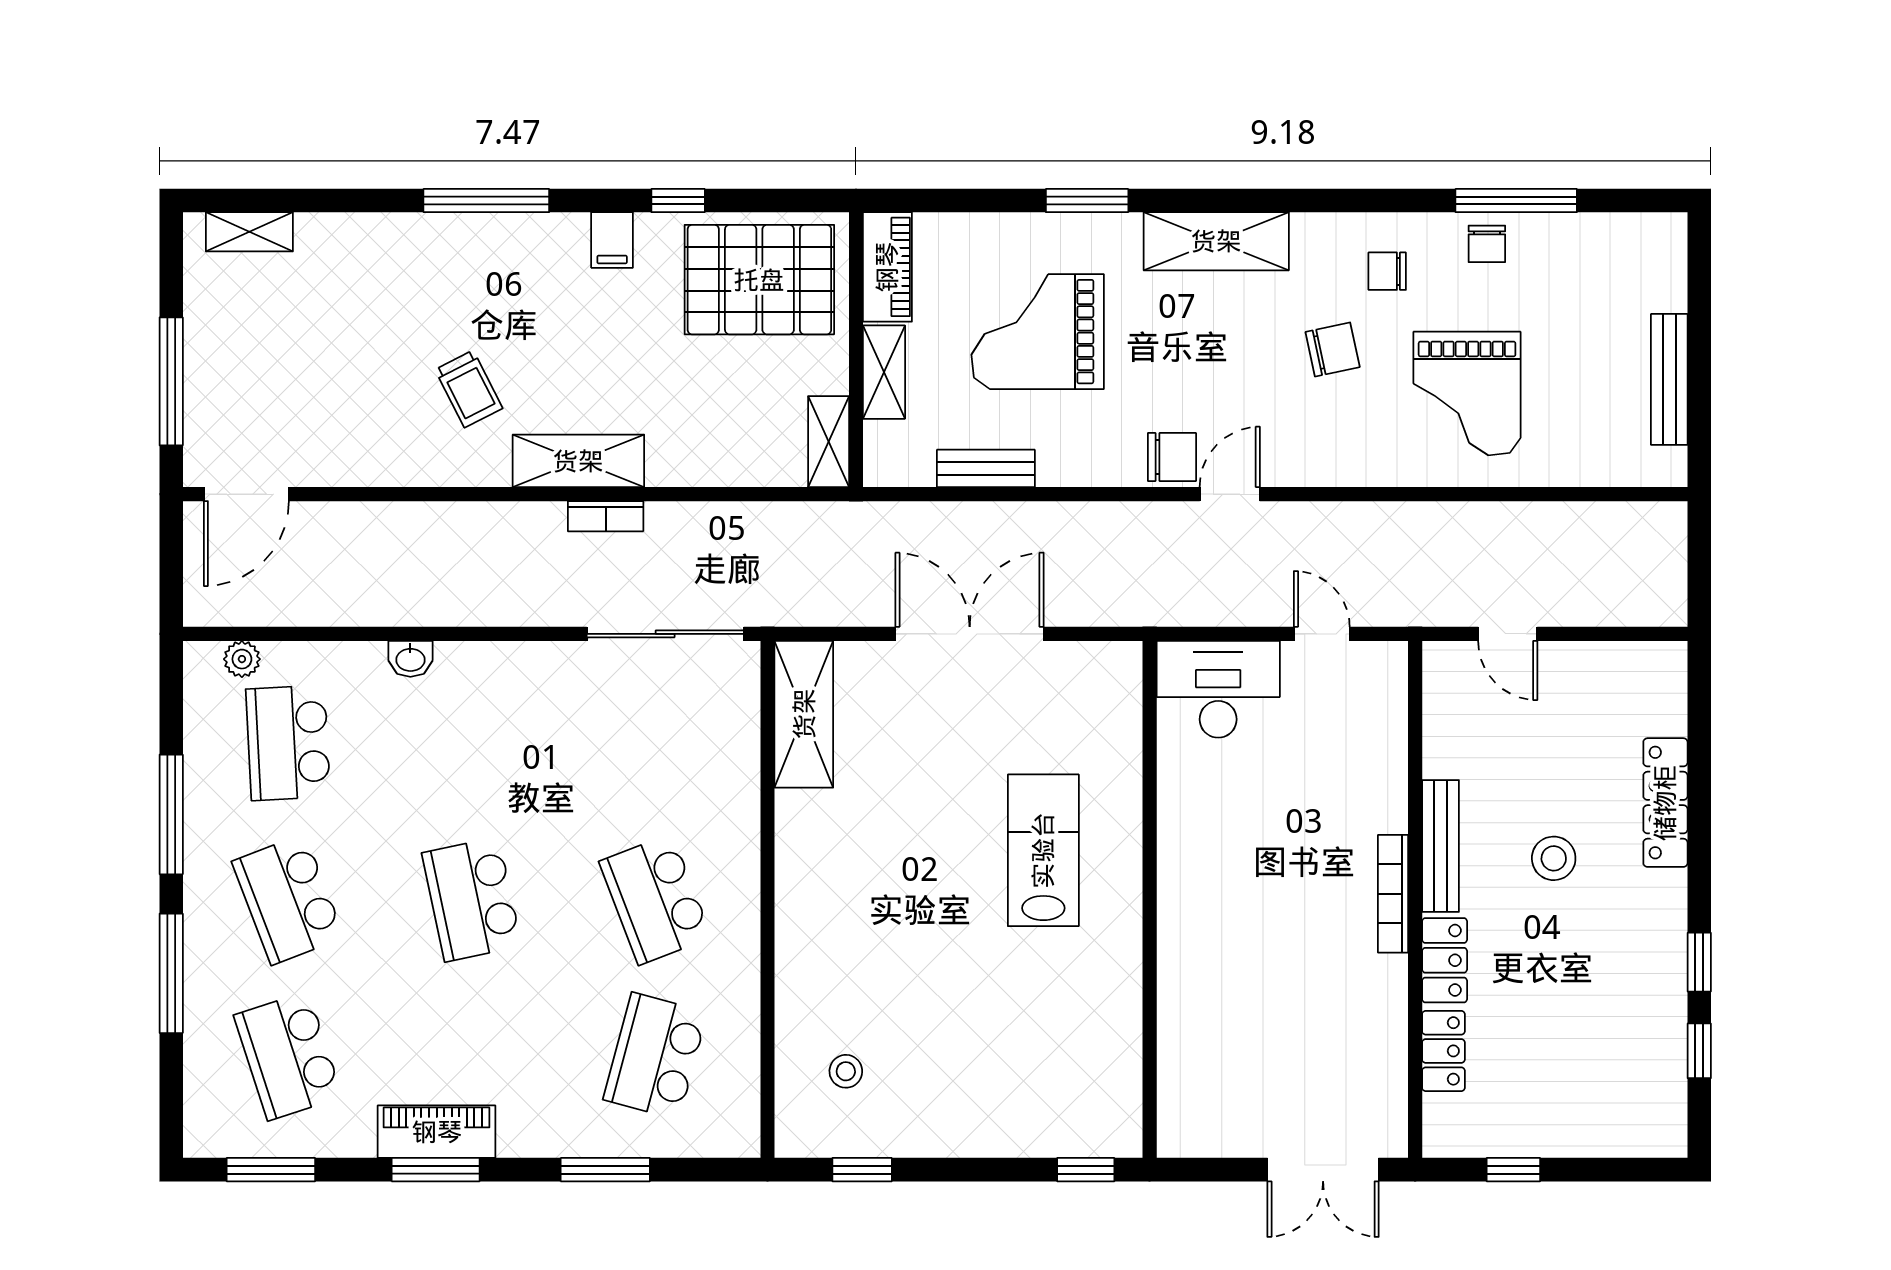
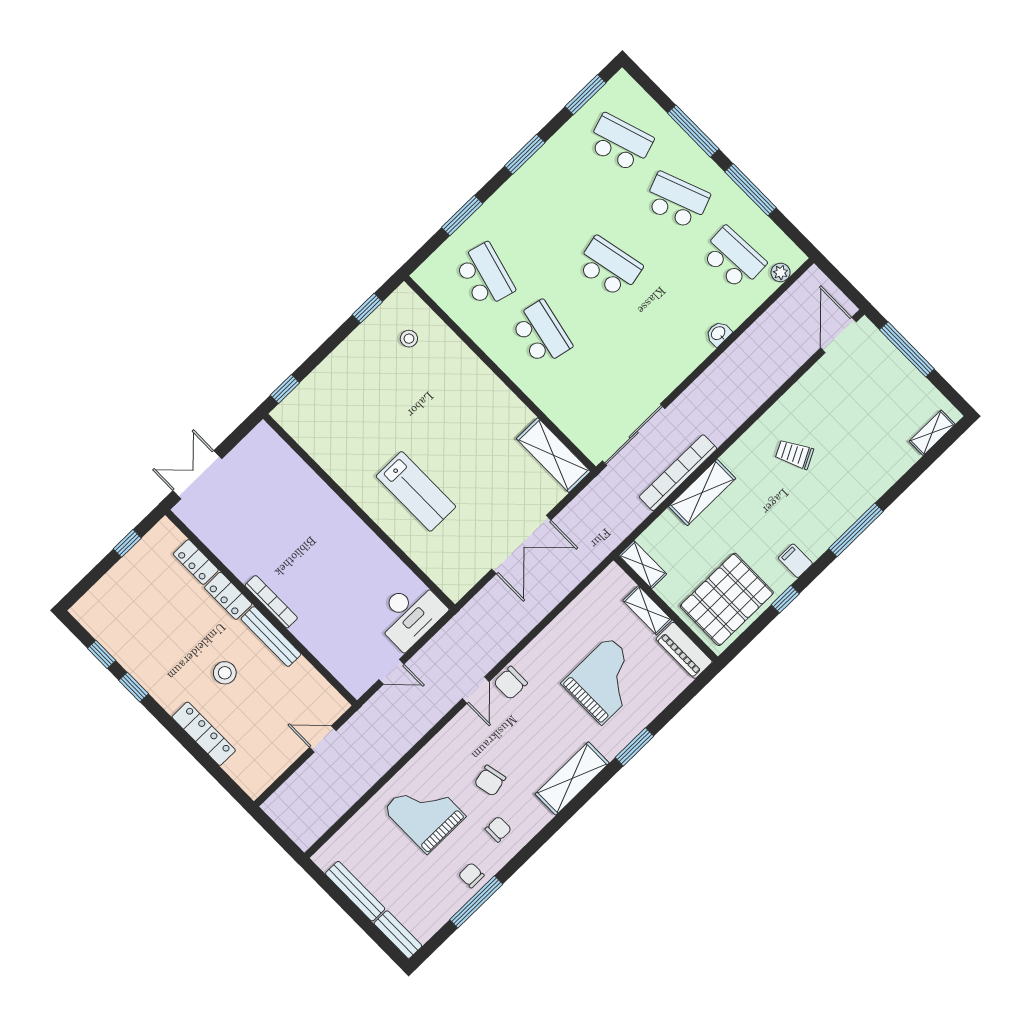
shelving: (578, 461) -> (702, 492), moved
bench: (986, 468) -> (398, 935), moved, turned 90
bookcase: (606, 516) -> (678, 473), width x2.31, depth x1.31
school desk: (655, 899) -> (541, 333), turned 33
piano: (437, 1132) -> (538, 168), removed

